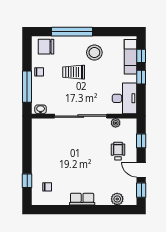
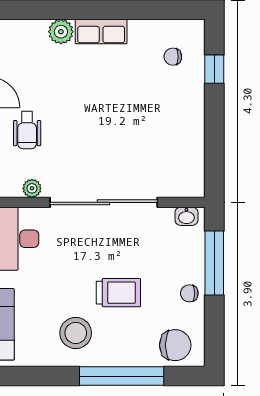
plant: (117, 199) -> (61, 32), moved

